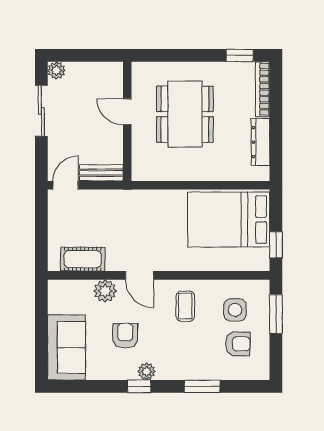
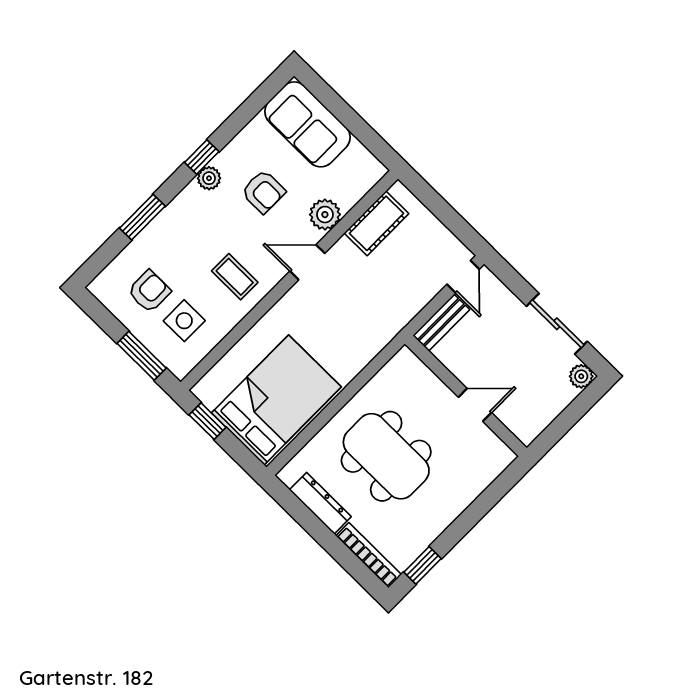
dining table: (185, 114) -> (386, 456), moved
armchair: (238, 344) -> (149, 291), turned 180

